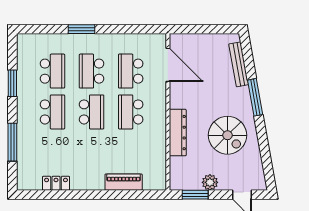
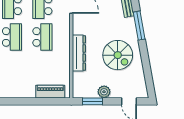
school desk: (131, 112) -> (42, 37), turned 180
piano: (124, 182) -> (50, 92), moved

